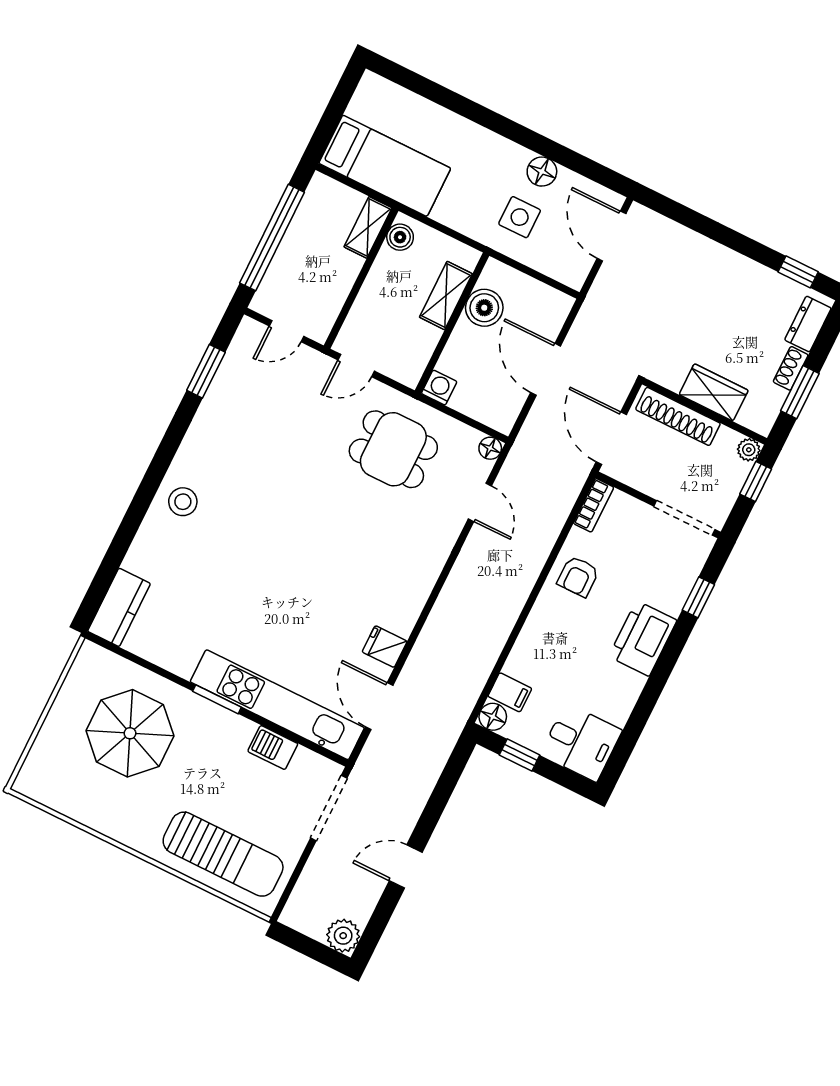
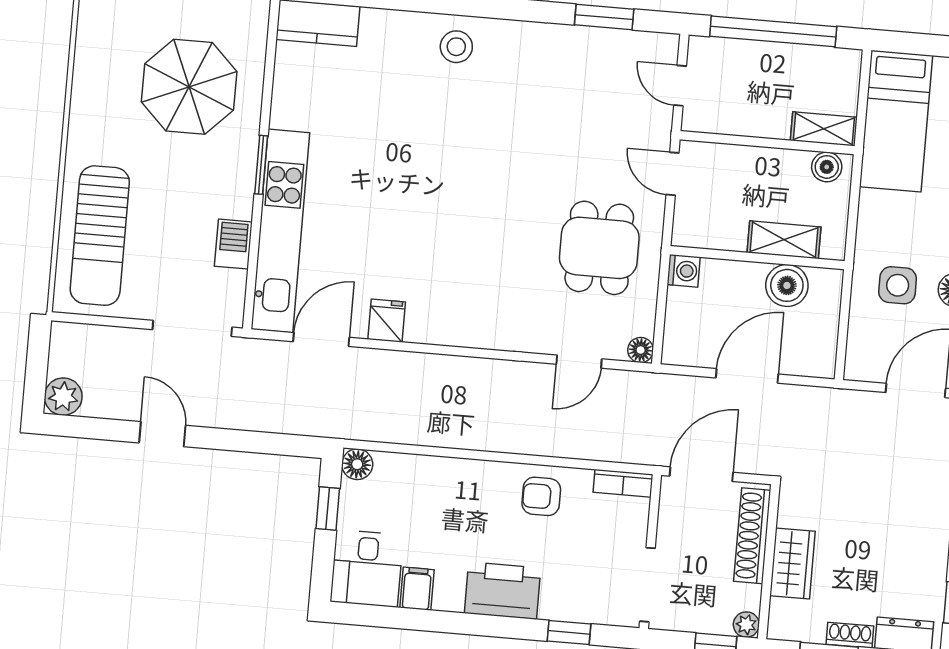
filing cabinet: (510, 692) -> (417, 589), moved, turned 180

